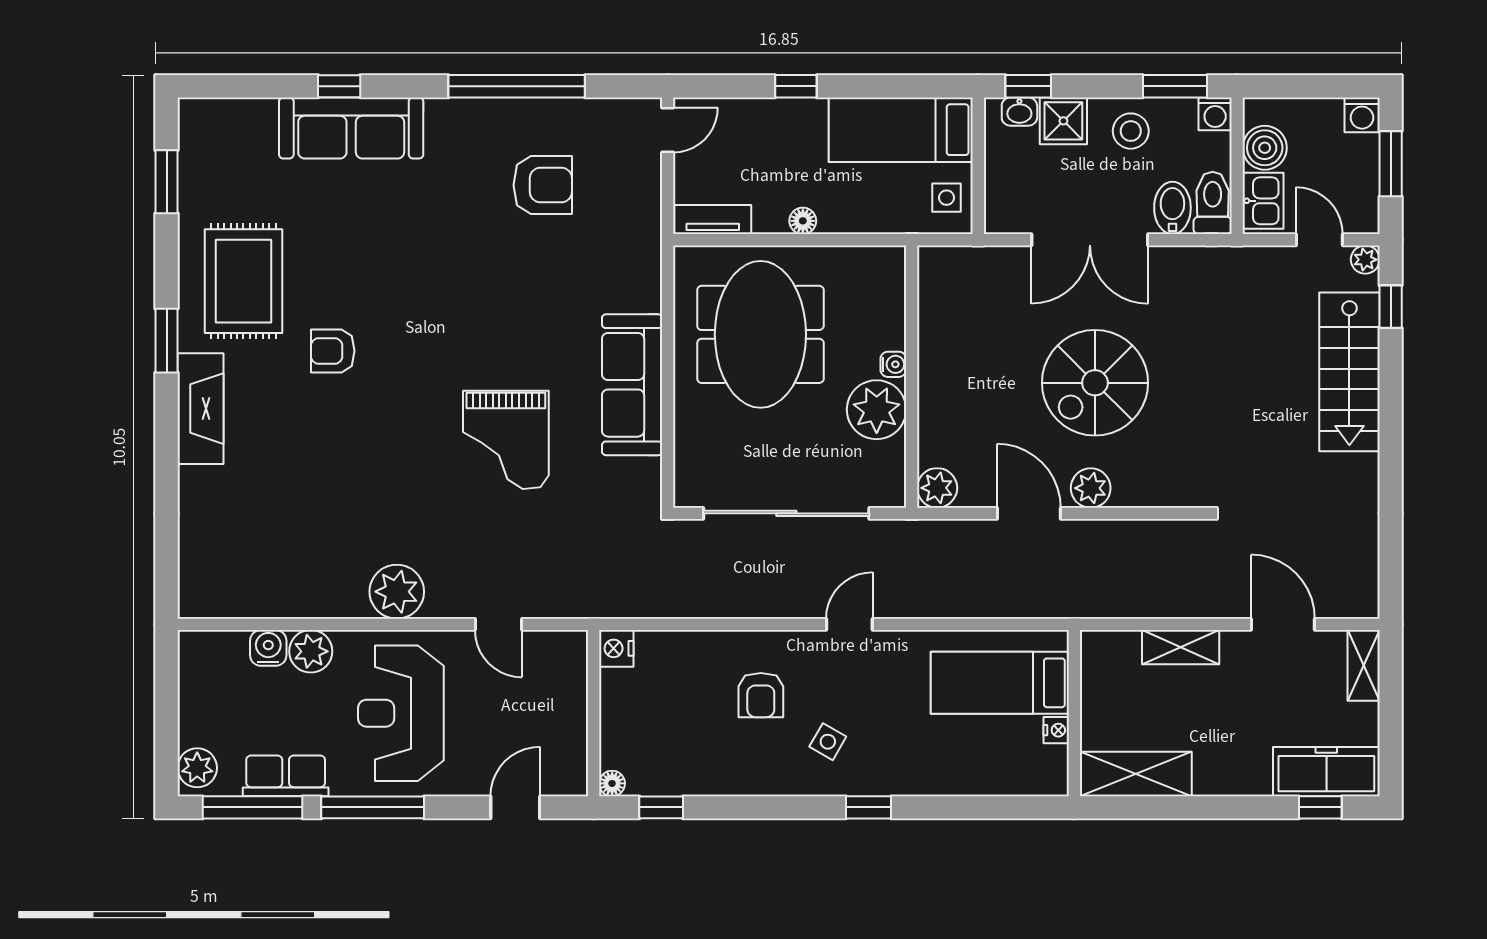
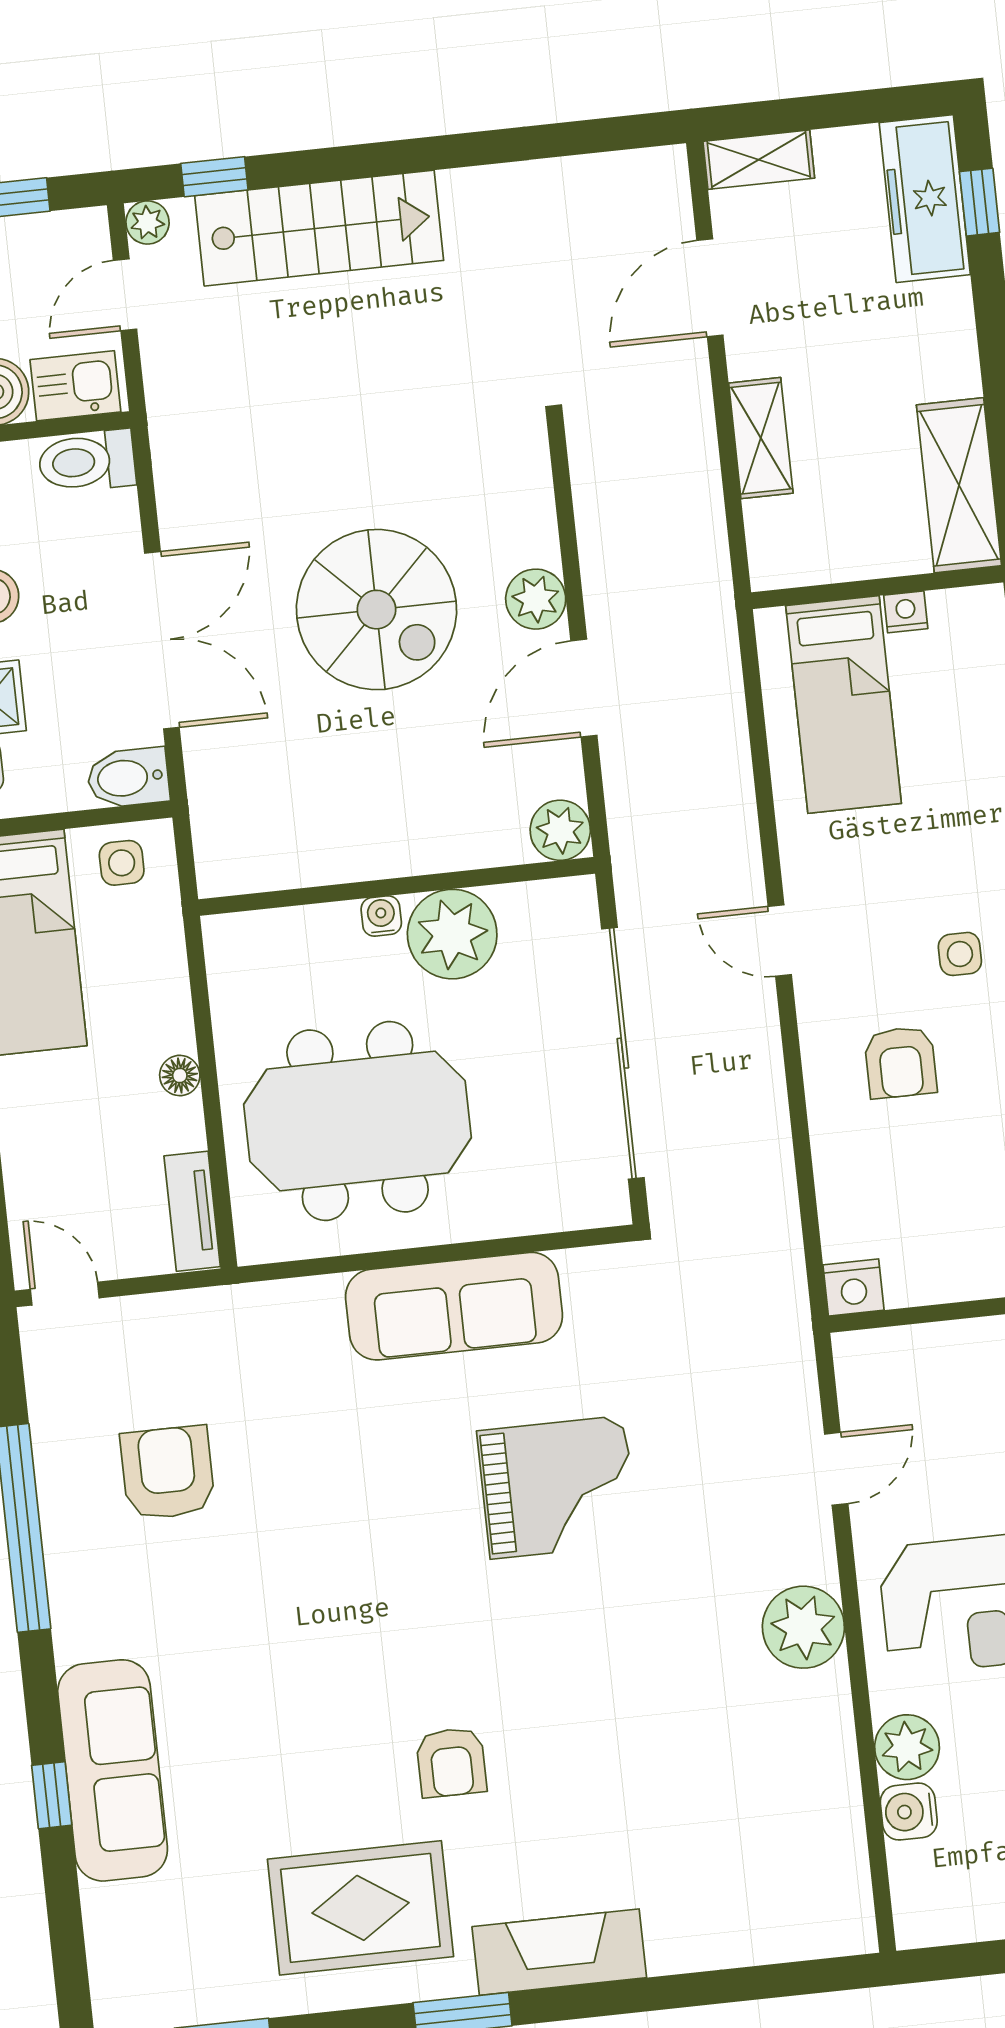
bidet: (1172, 208) -> (128, 778), moved
armchair: (761, 695) -> (901, 1062), turned 90
side table: (828, 742) -> (960, 954), turned -30

